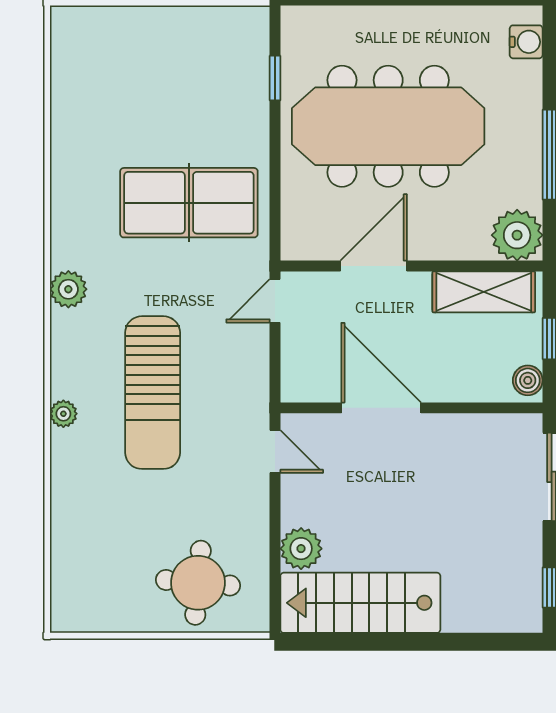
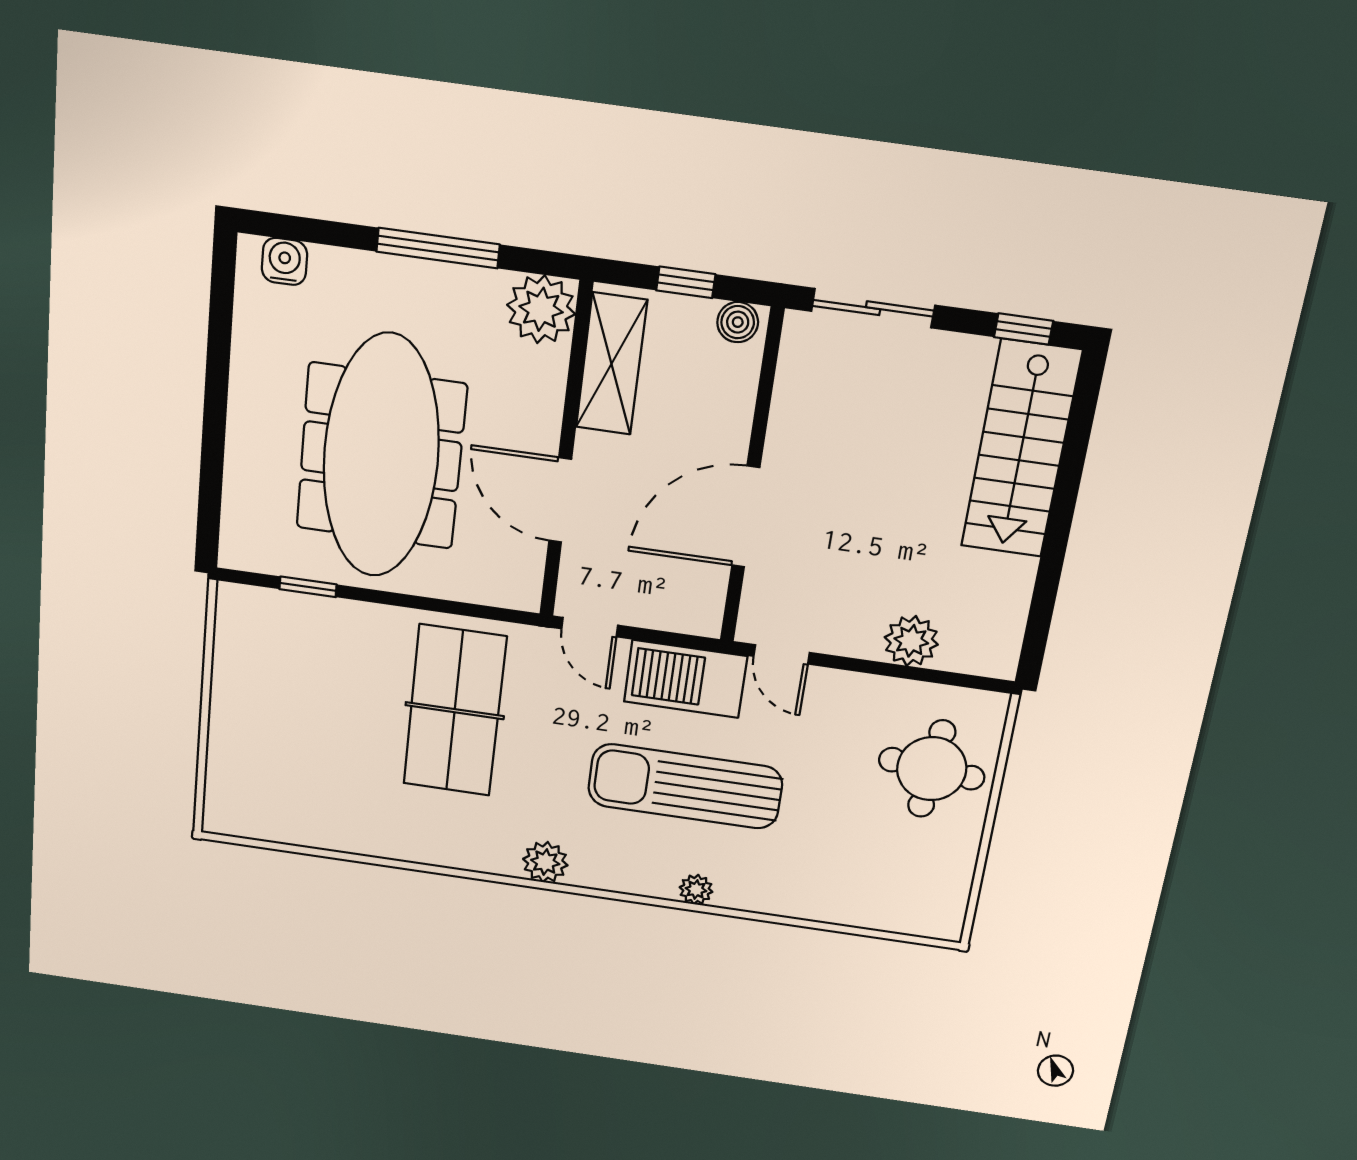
barbecue: (244, 380) -> (686, 679), added
sun lounger: (153, 393) -> (685, 786), turned 180
door: (275, 452) -> (782, 654), swing flipped
stairs: (360, 603) -> (1021, 449), moved

